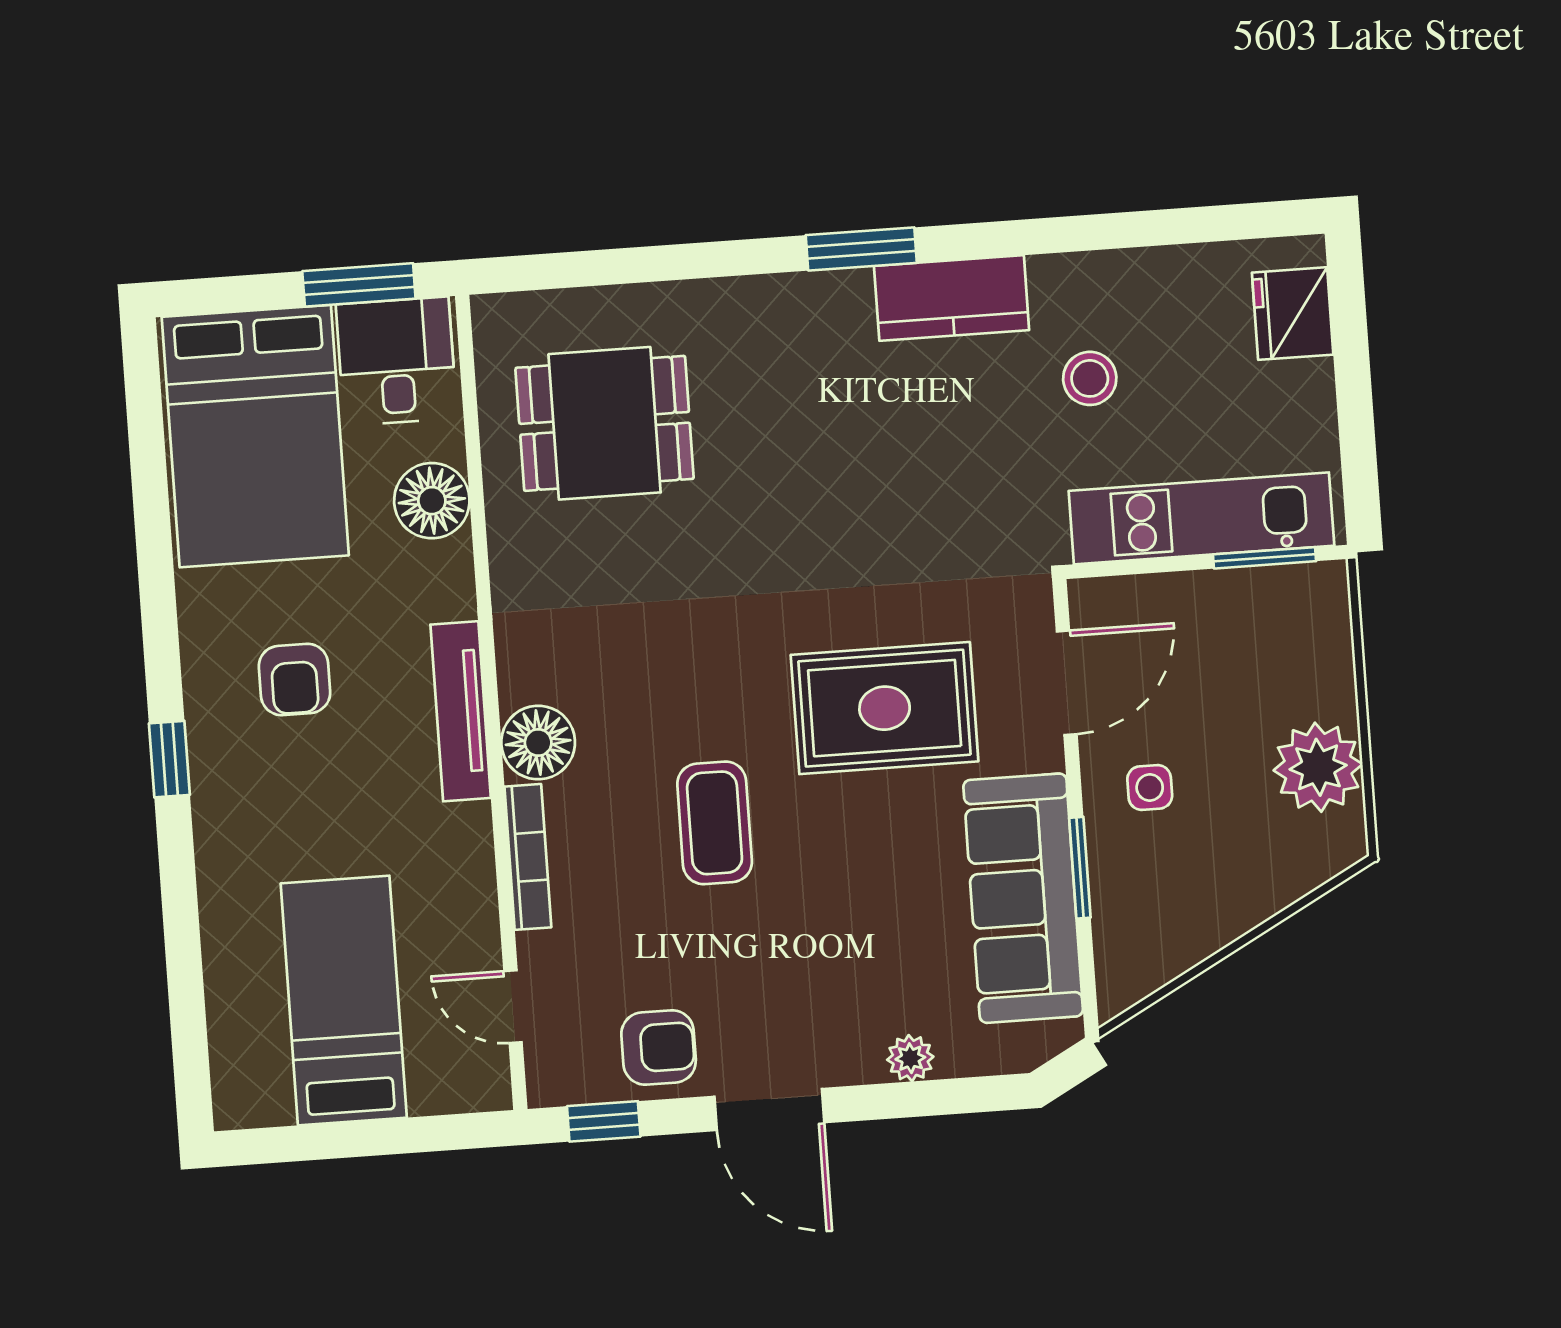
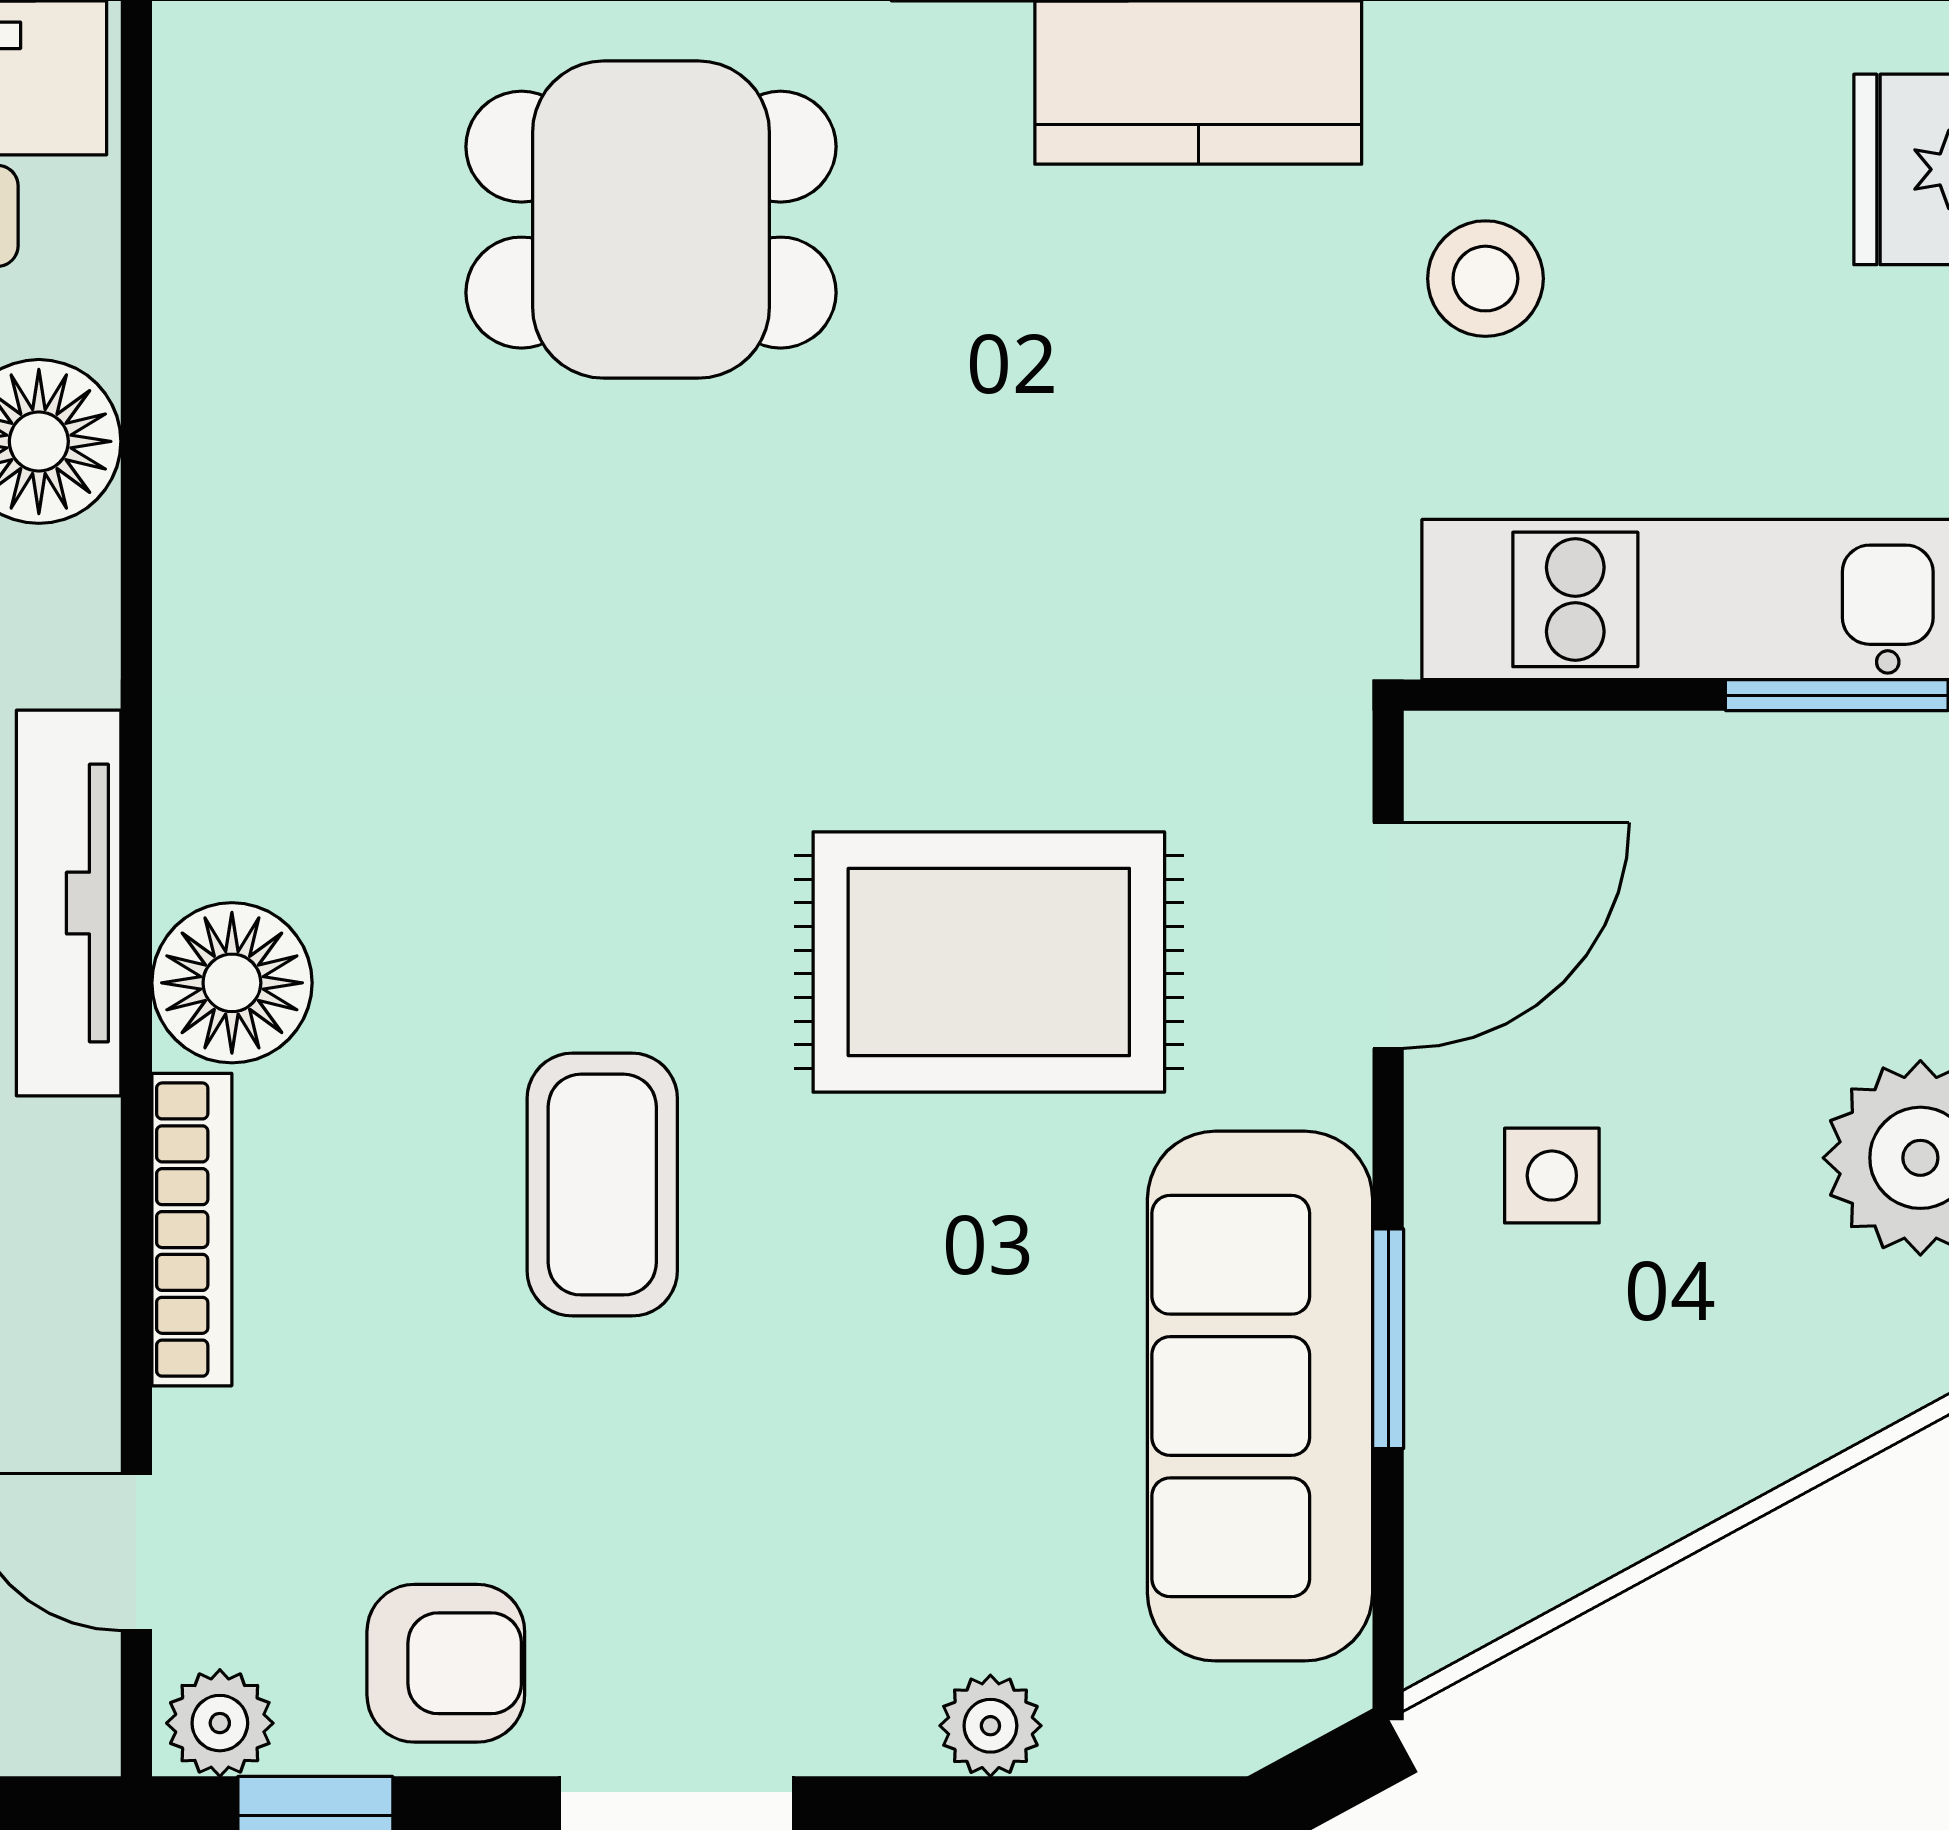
dining table: (605, 423) -> (651, 220), moved
plant: (557, 1082) -> (220, 1723), added

